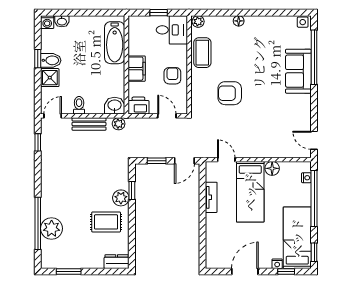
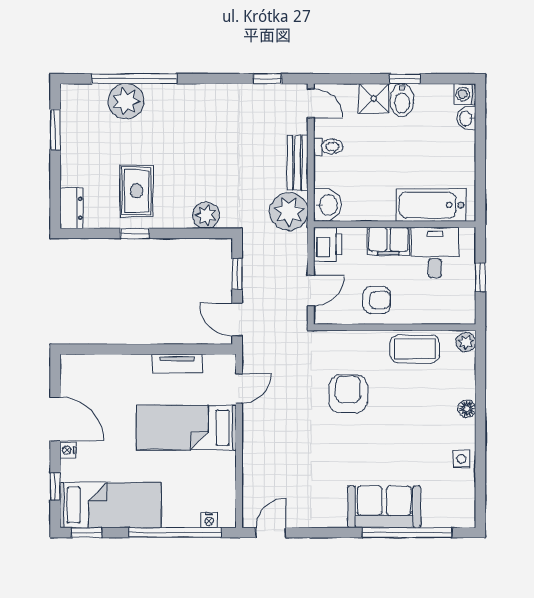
side table: (303, 22) -> (461, 459), moved
desk: (172, 30) -> (435, 253), moved, turned 180
plant: (119, 124) -> (289, 212), width x1.87, depth x1.87
floor lamp: (272, 168) -> (225, 464), removed
window: (132, 190) -> (135, 233), moved
plant: (121, 198) -> (206, 215), moved
nightstand: (277, 264) -> (68, 450), moved

